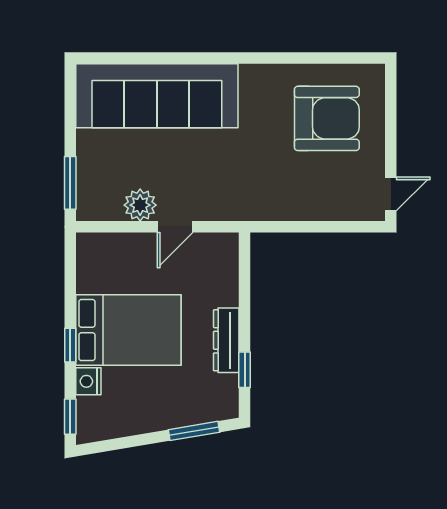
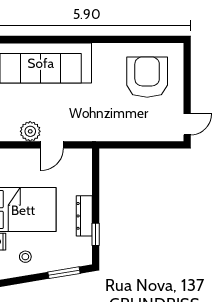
armchair: (327, 118) -> (147, 77), turned -90
stool: (132, 405) -> (25, 257), added

